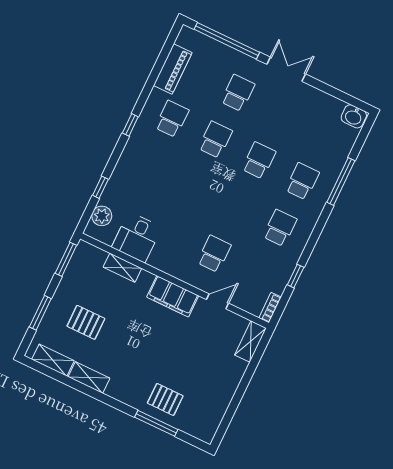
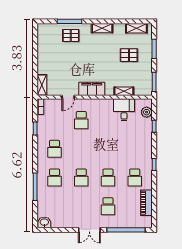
shelving: (89, 378) -> (102, 28), moved

